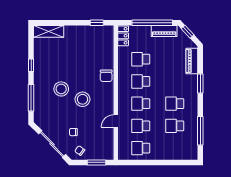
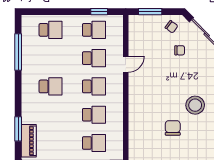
chair: (106, 76) -> (173, 128), moved
window: (200, 83) -> (18, 129), moved
stool: (83, 99) -> (168, 92), removed
school desk: (175, 126) -> (51, 30), moved
window: (137, 162) -> (99, 12), added

